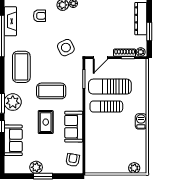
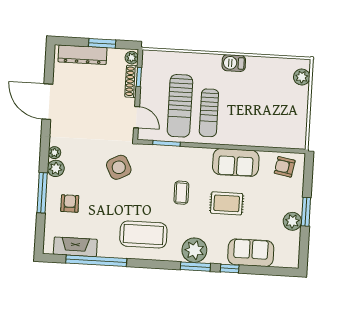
coffee table: (51, 91) -> (181, 193), width x0.54, depth x0.58

